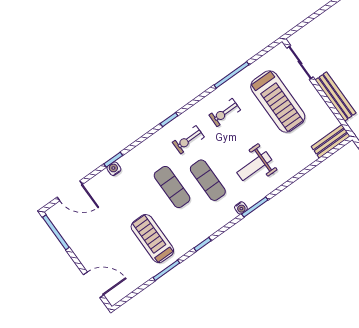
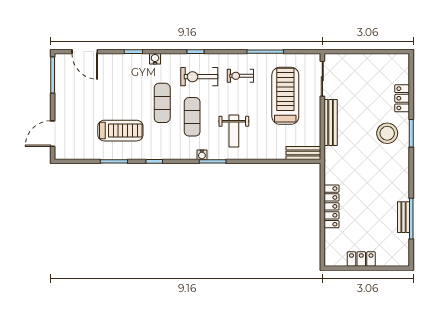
treadmill: (278, 102) -> (285, 96), turned 180
exercise bike: (188, 140) -> (199, 77), width x1.38, depth x1.39
weight bench: (254, 166) -> (234, 131), turned -90
water cooler: (114, 169) -> (155, 59), moved
treadmill: (152, 239) -> (120, 131), turned 90
door: (93, 285) -> (53, 134), swing flipped

